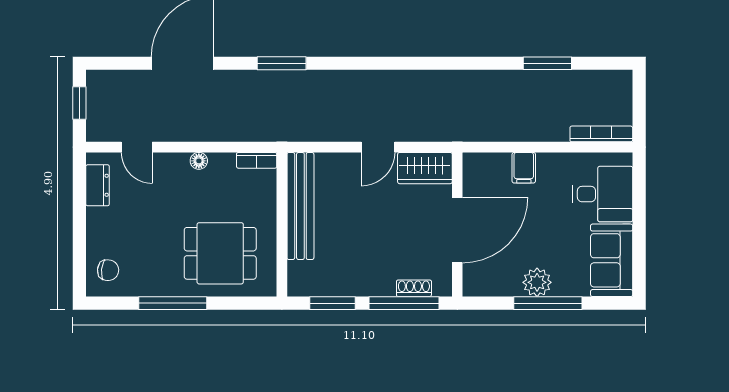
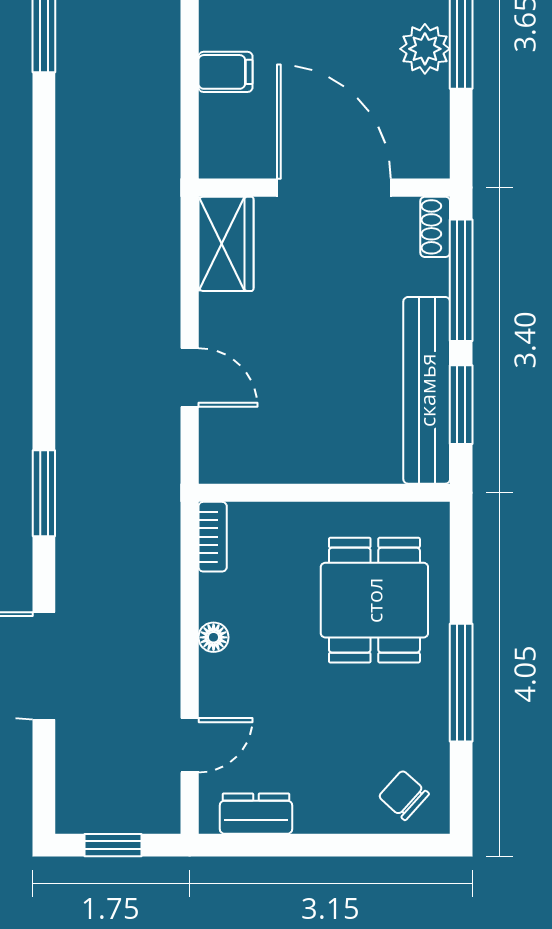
door: (378, 147) -> (190, 377), moved
bench: (300, 206) -> (427, 390), moved, turned 90
chair: (108, 270) -> (404, 795), turned -54
shoe rack: (414, 288) -> (435, 227), moved

